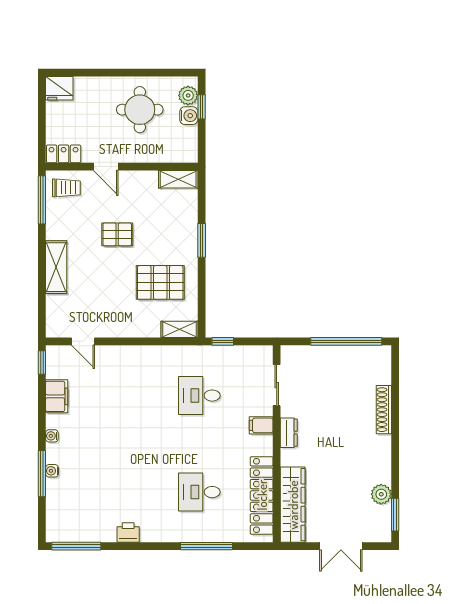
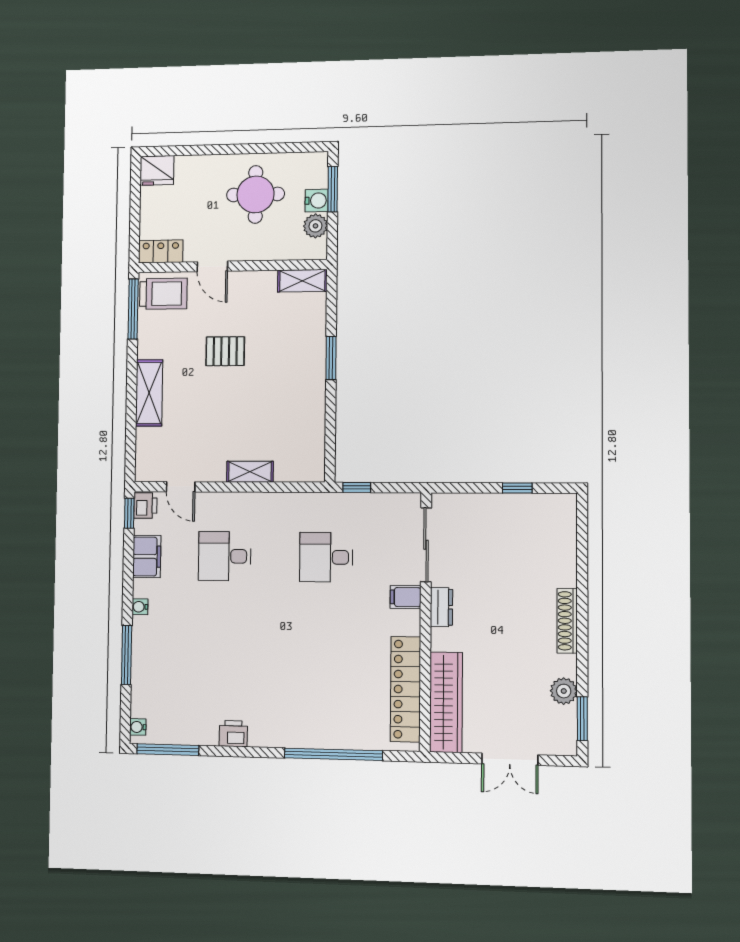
plant: (188, 95) -> (315, 226), moved
window: (202, 107) -> (333, 189), width x1.50
trolley: (66, 188) -> (163, 294), width x1.36, depth x1.39
pallet: (160, 282) -> (278, 412), removed
shelving: (179, 329) -> (250, 472), moved
window: (346, 341) -> (517, 488), width x0.32
printer: (55, 356) -> (145, 505), added
sliding door: (277, 385) -> (426, 545), width x1.37
shoe rack: (384, 410) -> (567, 621), moved
water cooler: (52, 471) -> (138, 727), moved
desk: (199, 492) -> (225, 556), moved
window: (206, 546) -> (333, 754), width x1.46

